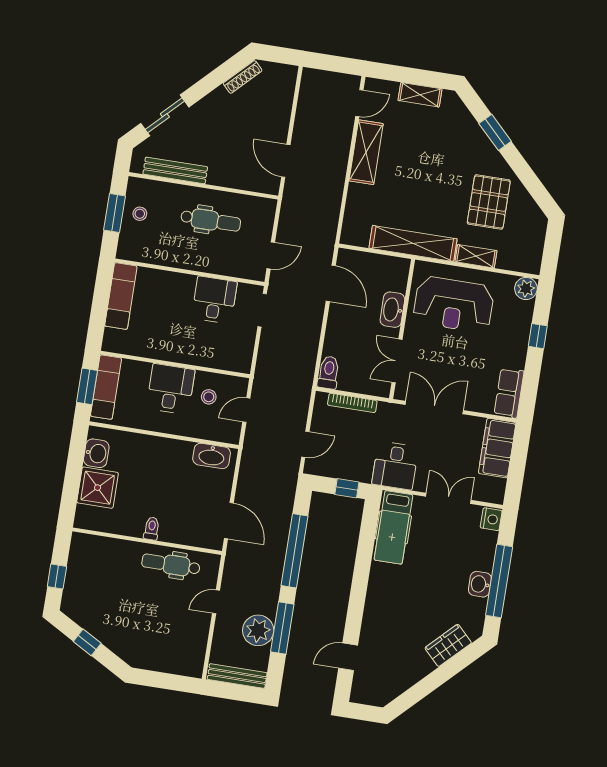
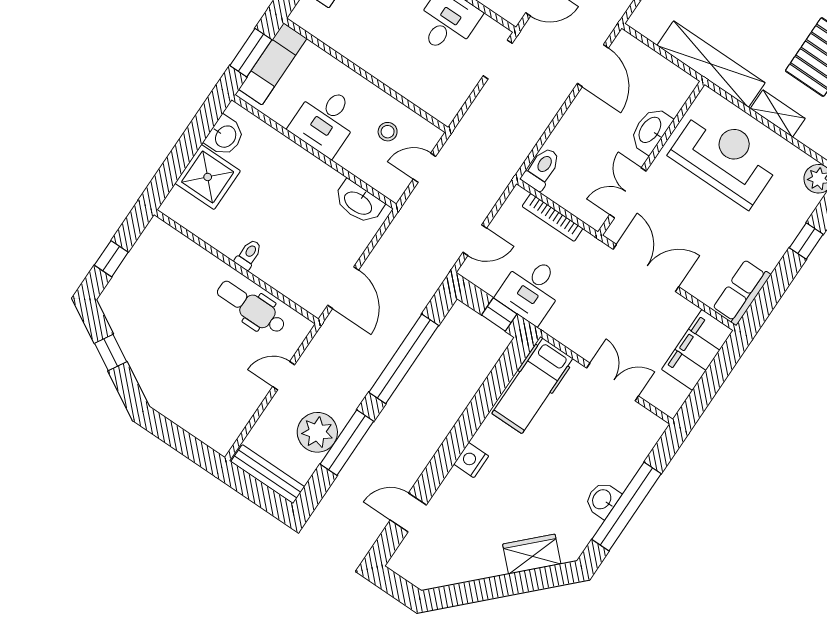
reception desk: (454, 304) -> (725, 158), turned 180
desk: (171, 389) -> (325, 121), moved, turned 180
desk: (395, 466) -> (531, 289), moved
nightstand: (491, 519) -> (471, 460), moved, turned 180

